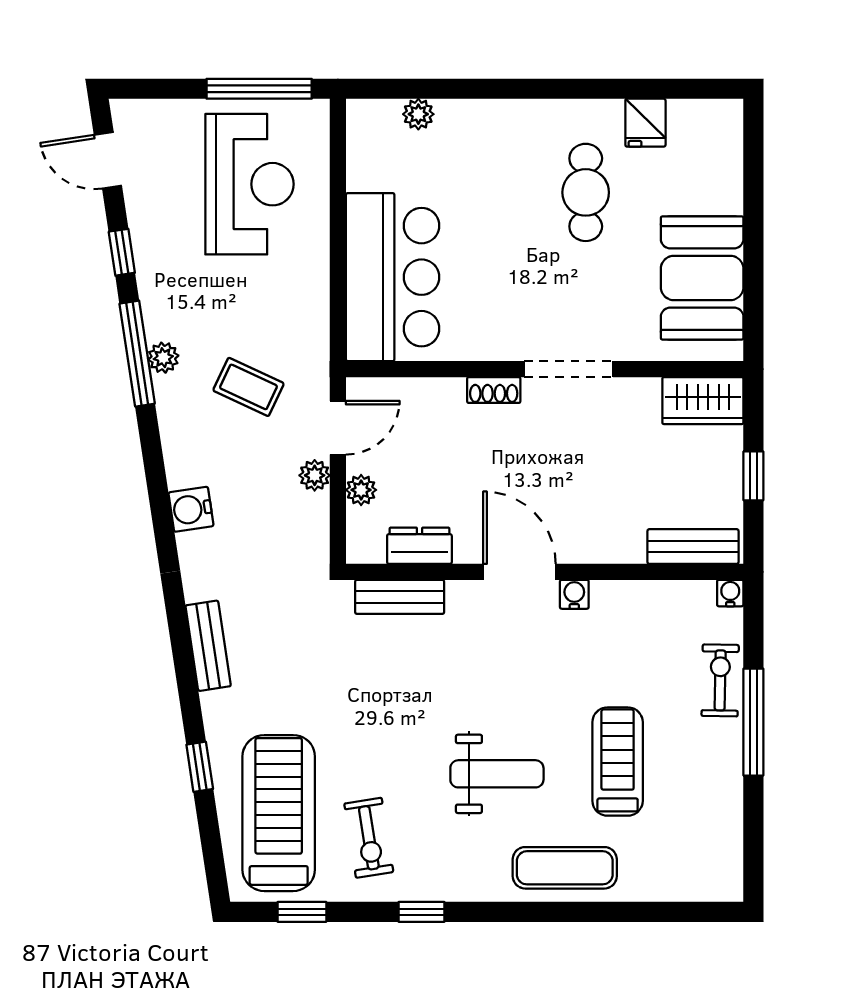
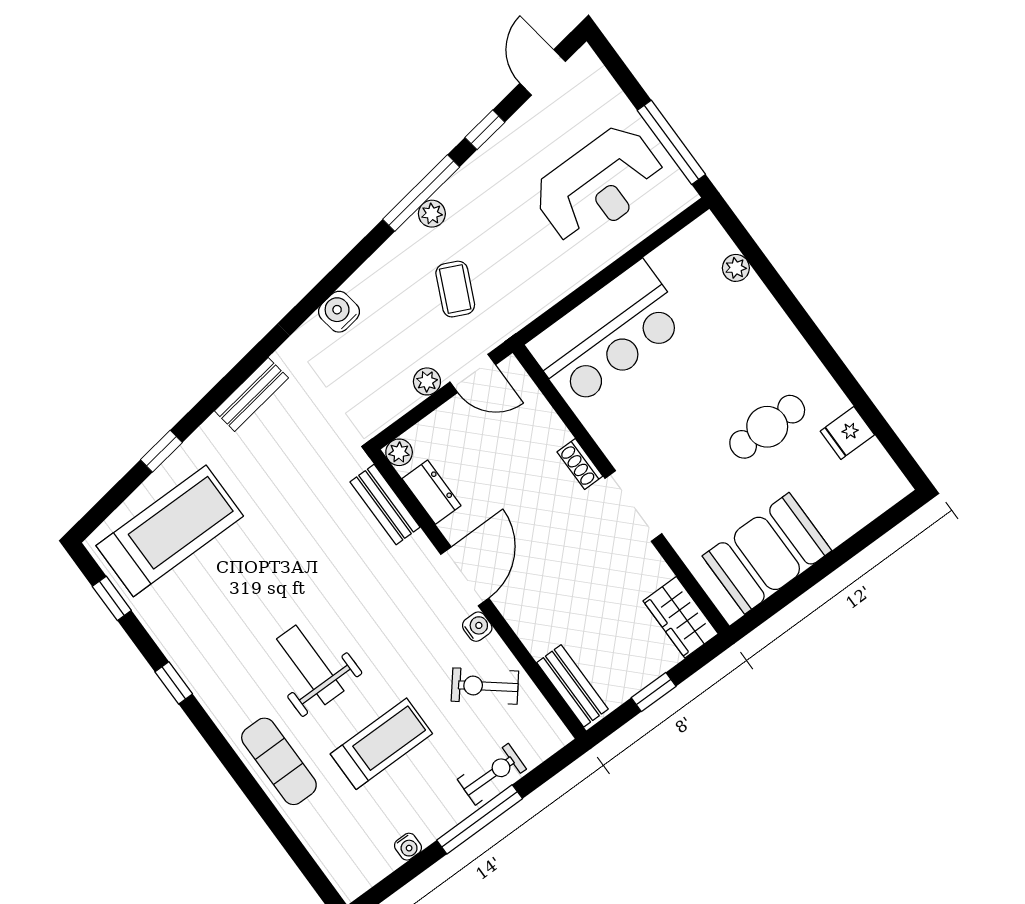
plant: (361, 490) -> (399, 452), moved
water cooler: (730, 593) -> (408, 847), moved, turned 90
weight bench: (497, 774) -> (310, 665), turned 180
exercise bike: (369, 838) -> (485, 686), moved, turned 48

